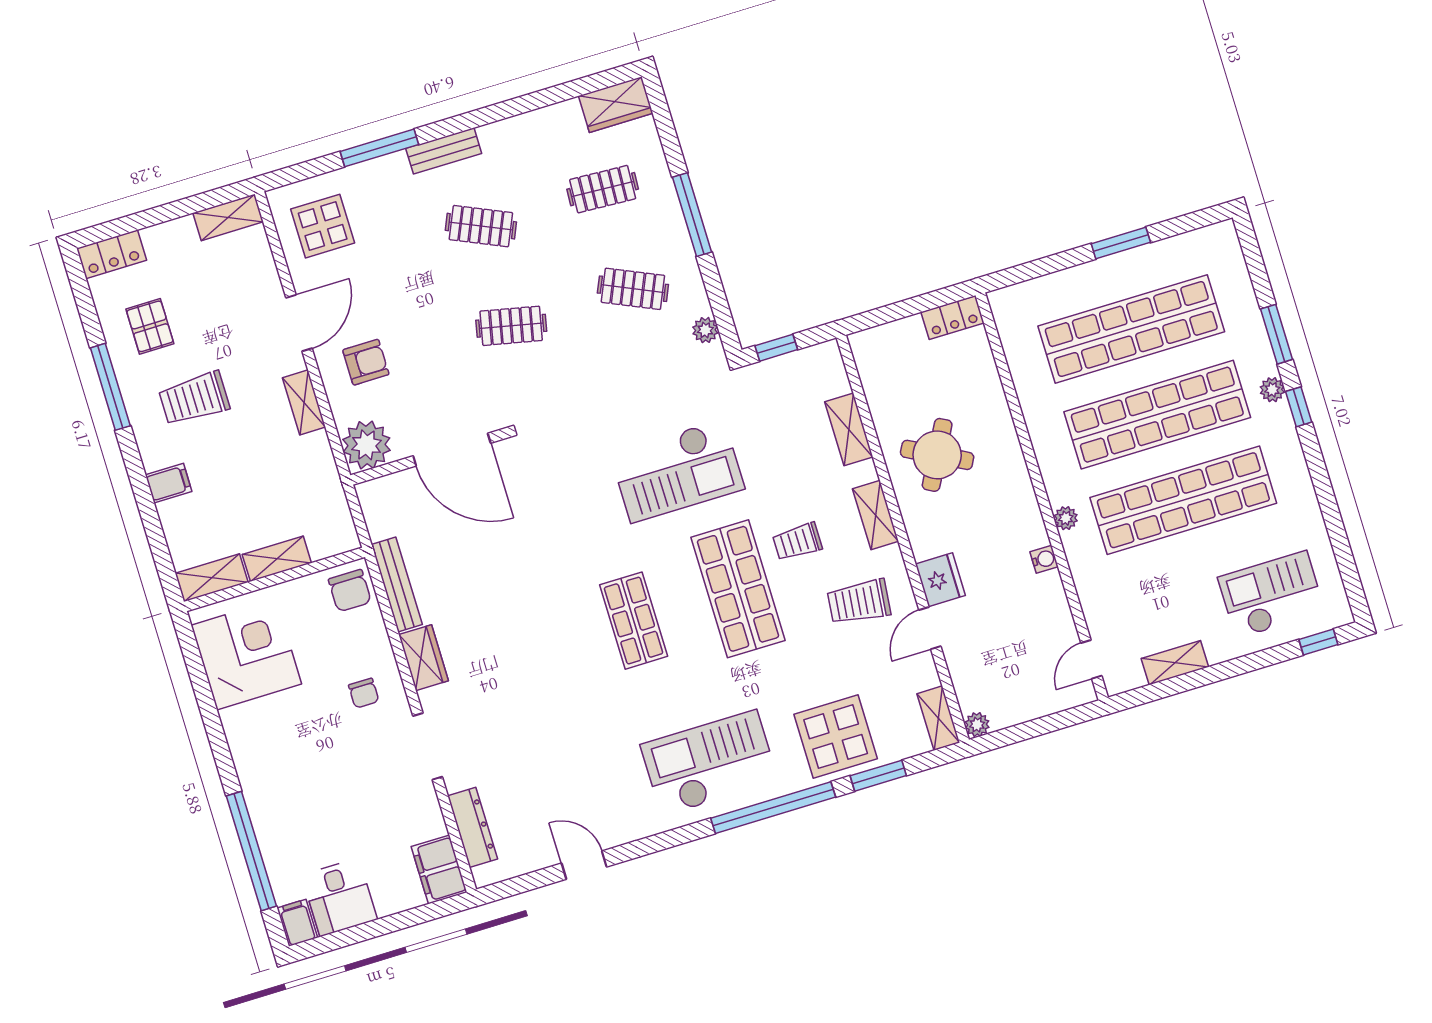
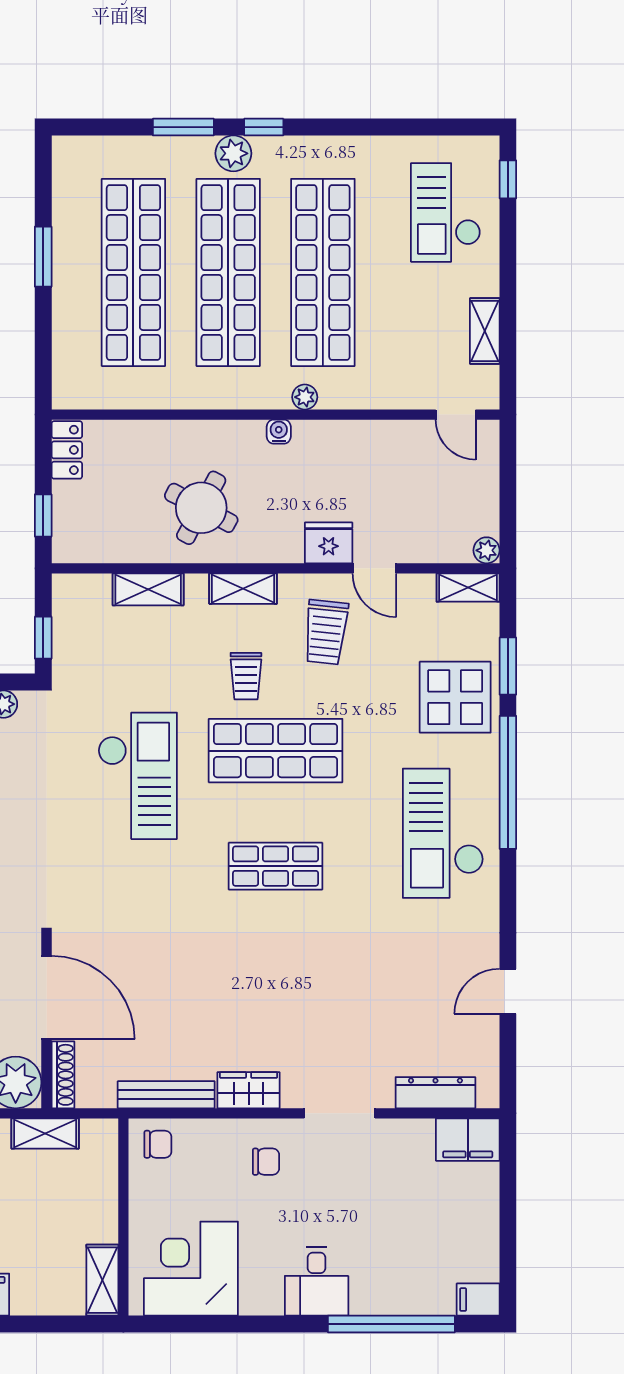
window: (887, 314) -> (43, 515), added
plant: (1272, 390) -> (233, 153), width x1.38, depth x1.38
door: (452, 450) -> (46, 998), hinge flipped
shoe rack: (386, 486) -> (63, 1075), added
shelving: (277, 559) -> (45, 1134), moved, turned 90
water cooler: (1044, 559) -> (279, 432), moved
chair: (350, 591) -> (158, 1144), width x0.73, depth x0.73
desk: (339, 897) -> (317, 1281), moved, turned 90

